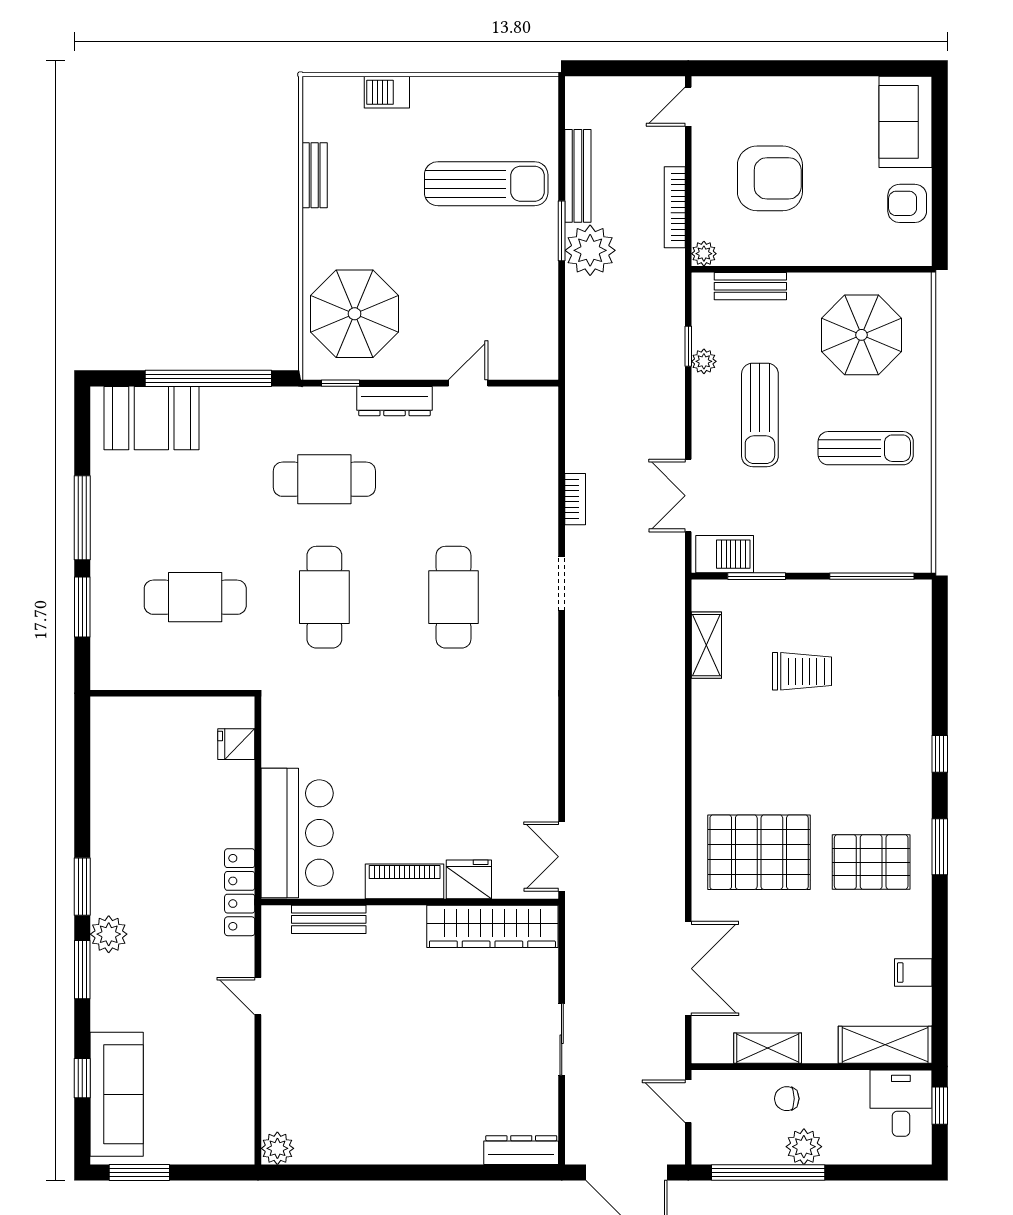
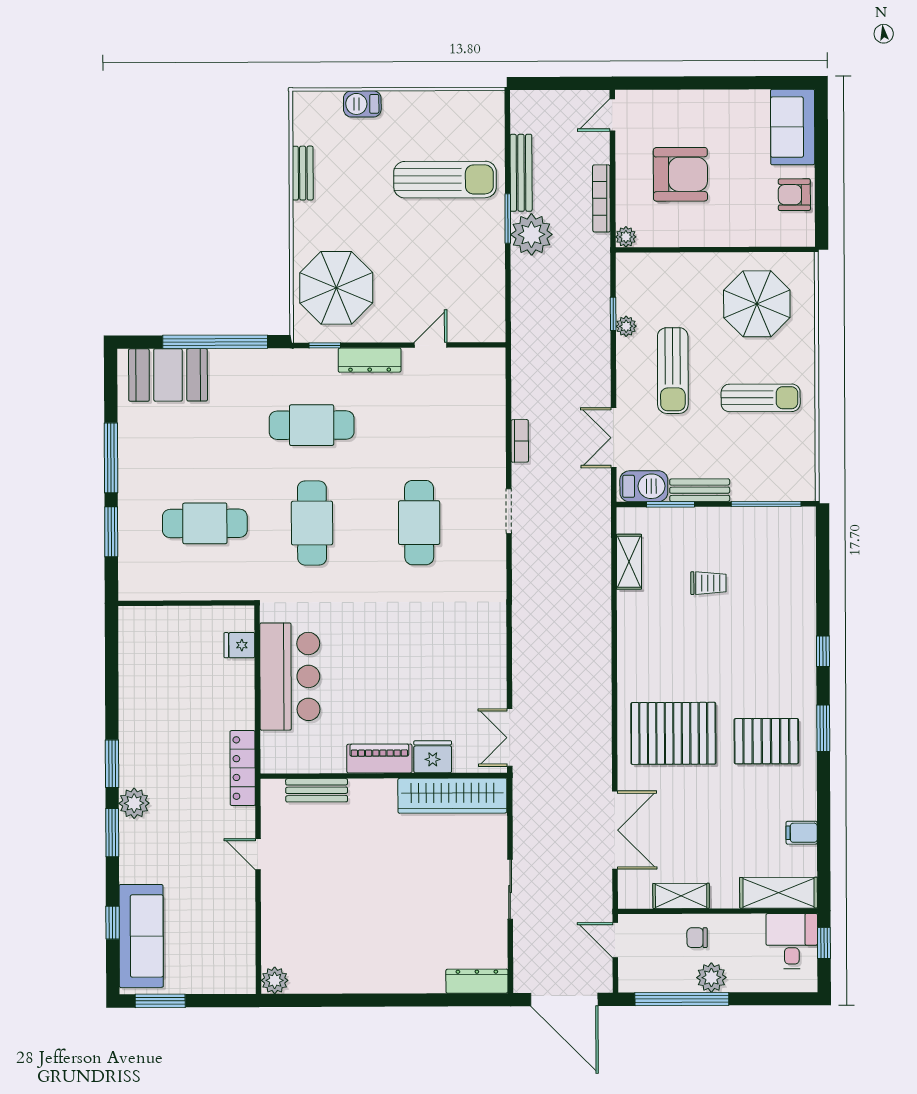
bench: (750, 286) -> (700, 490), moved
trolley: (802, 671) -> (708, 583), width x0.73, depth x0.72
bar counter: (297, 833) -> (290, 676), moved

